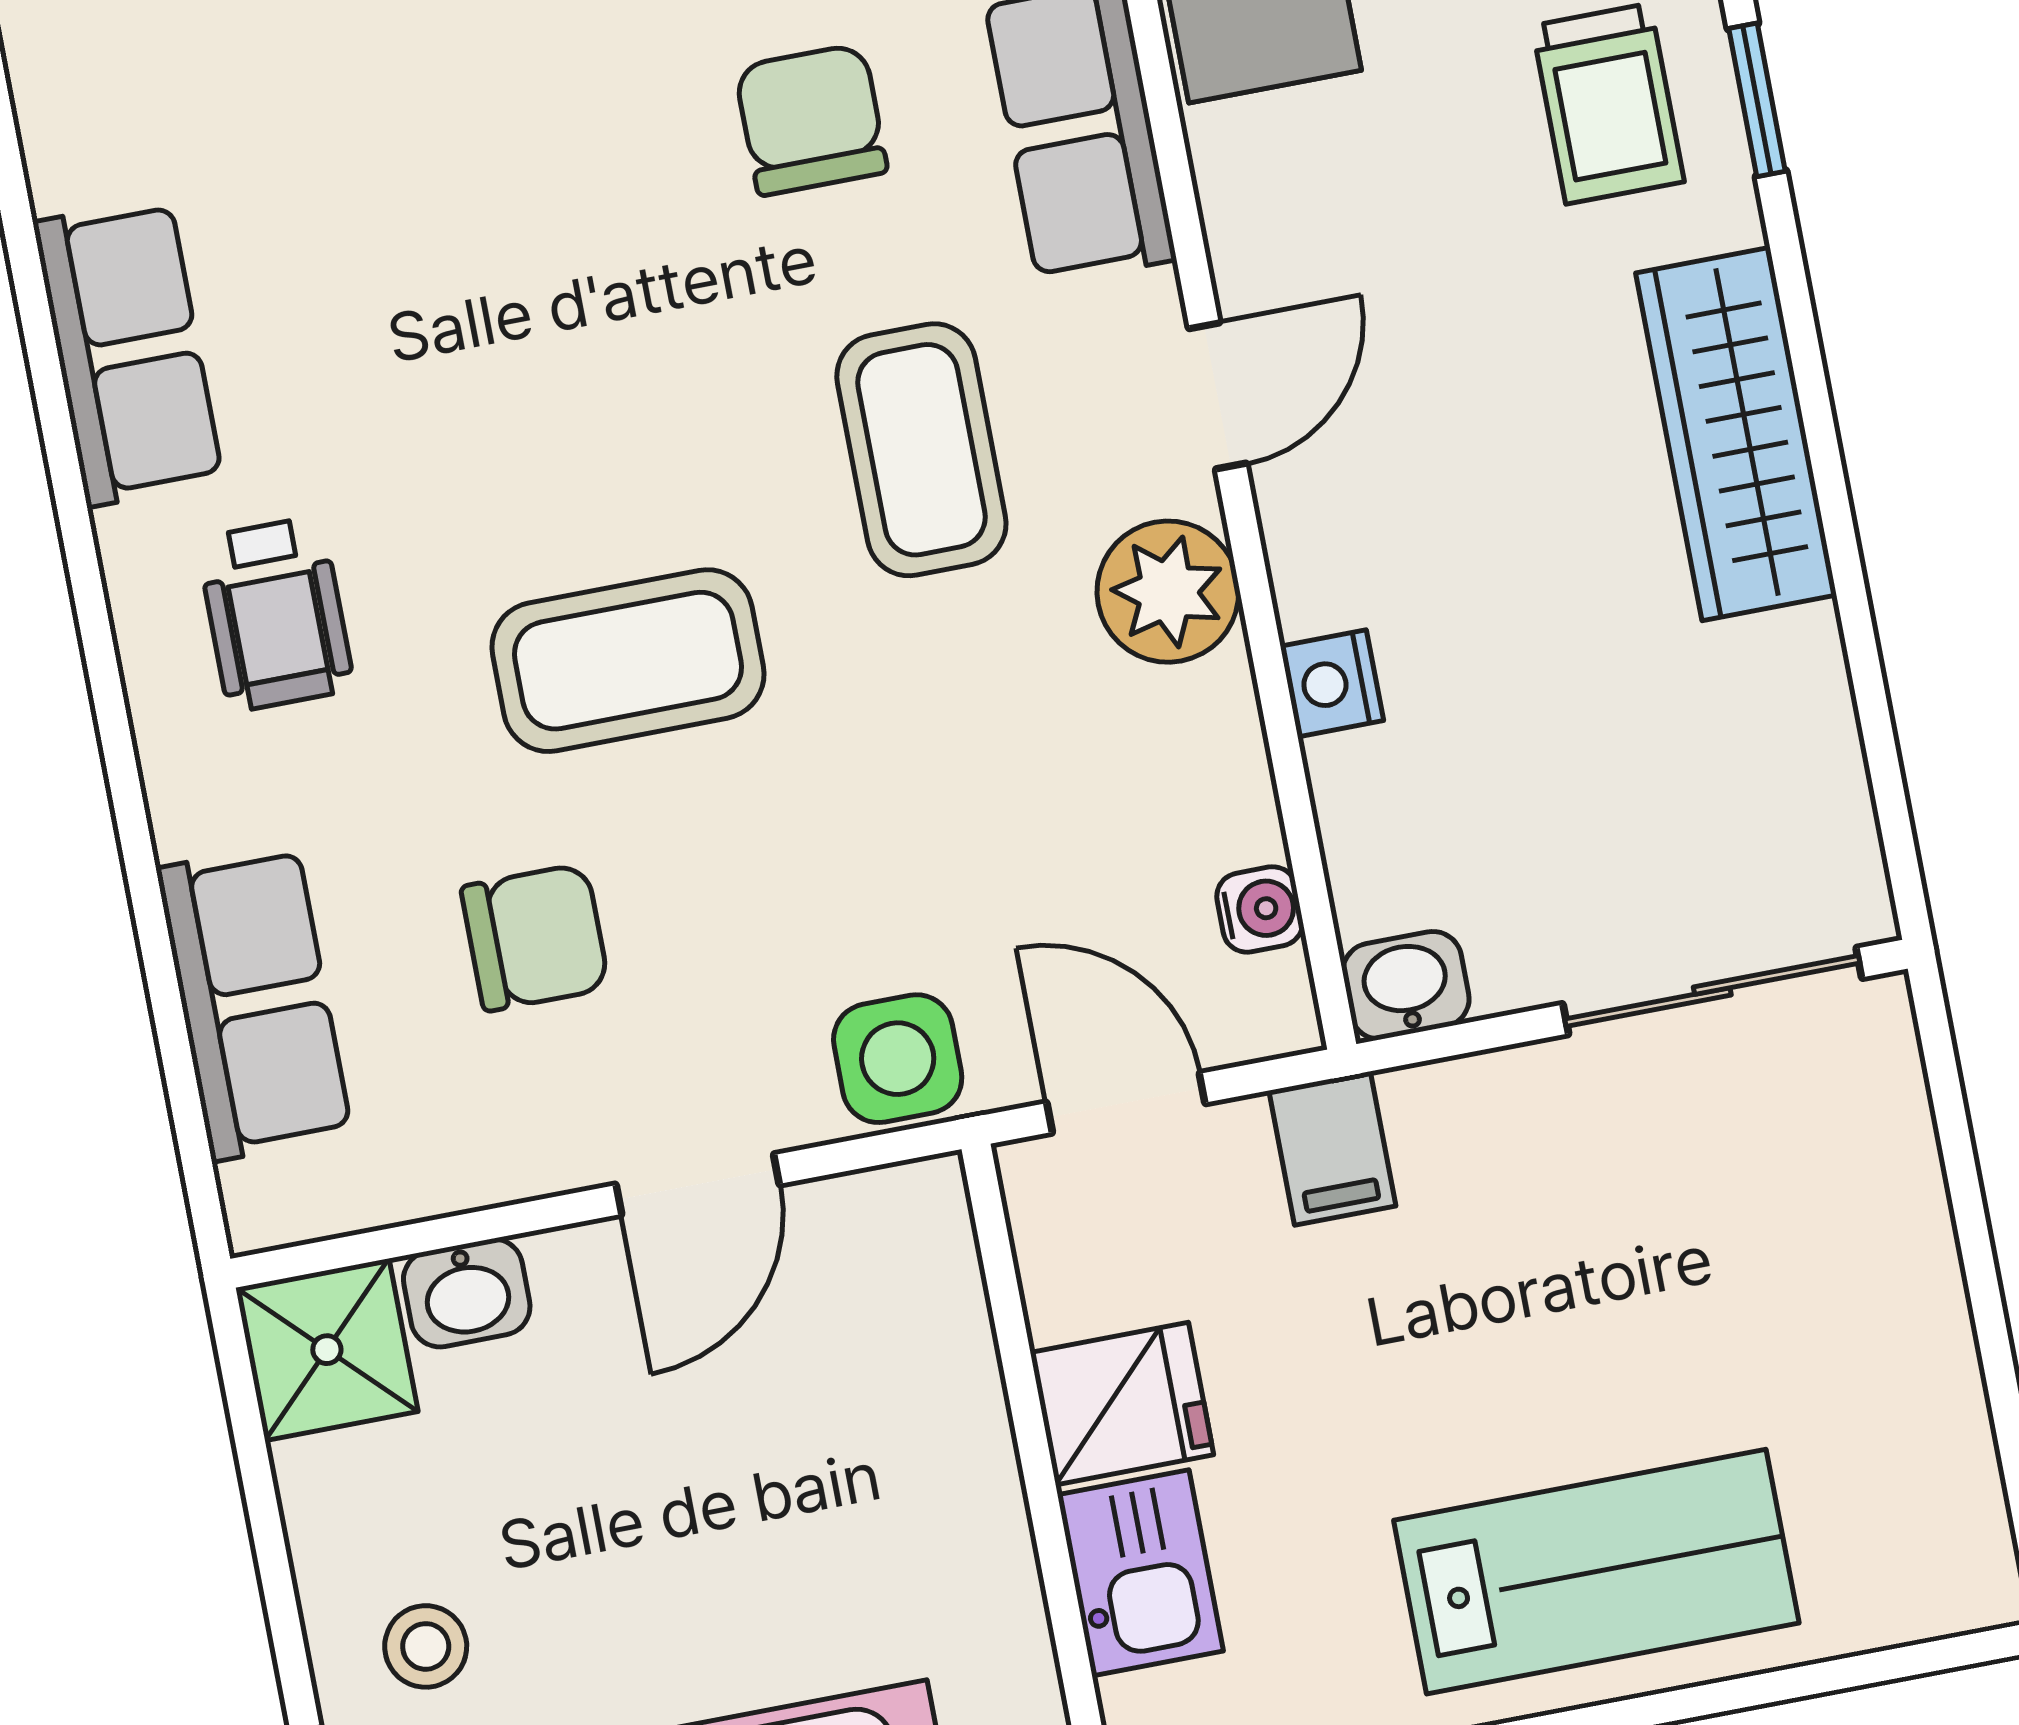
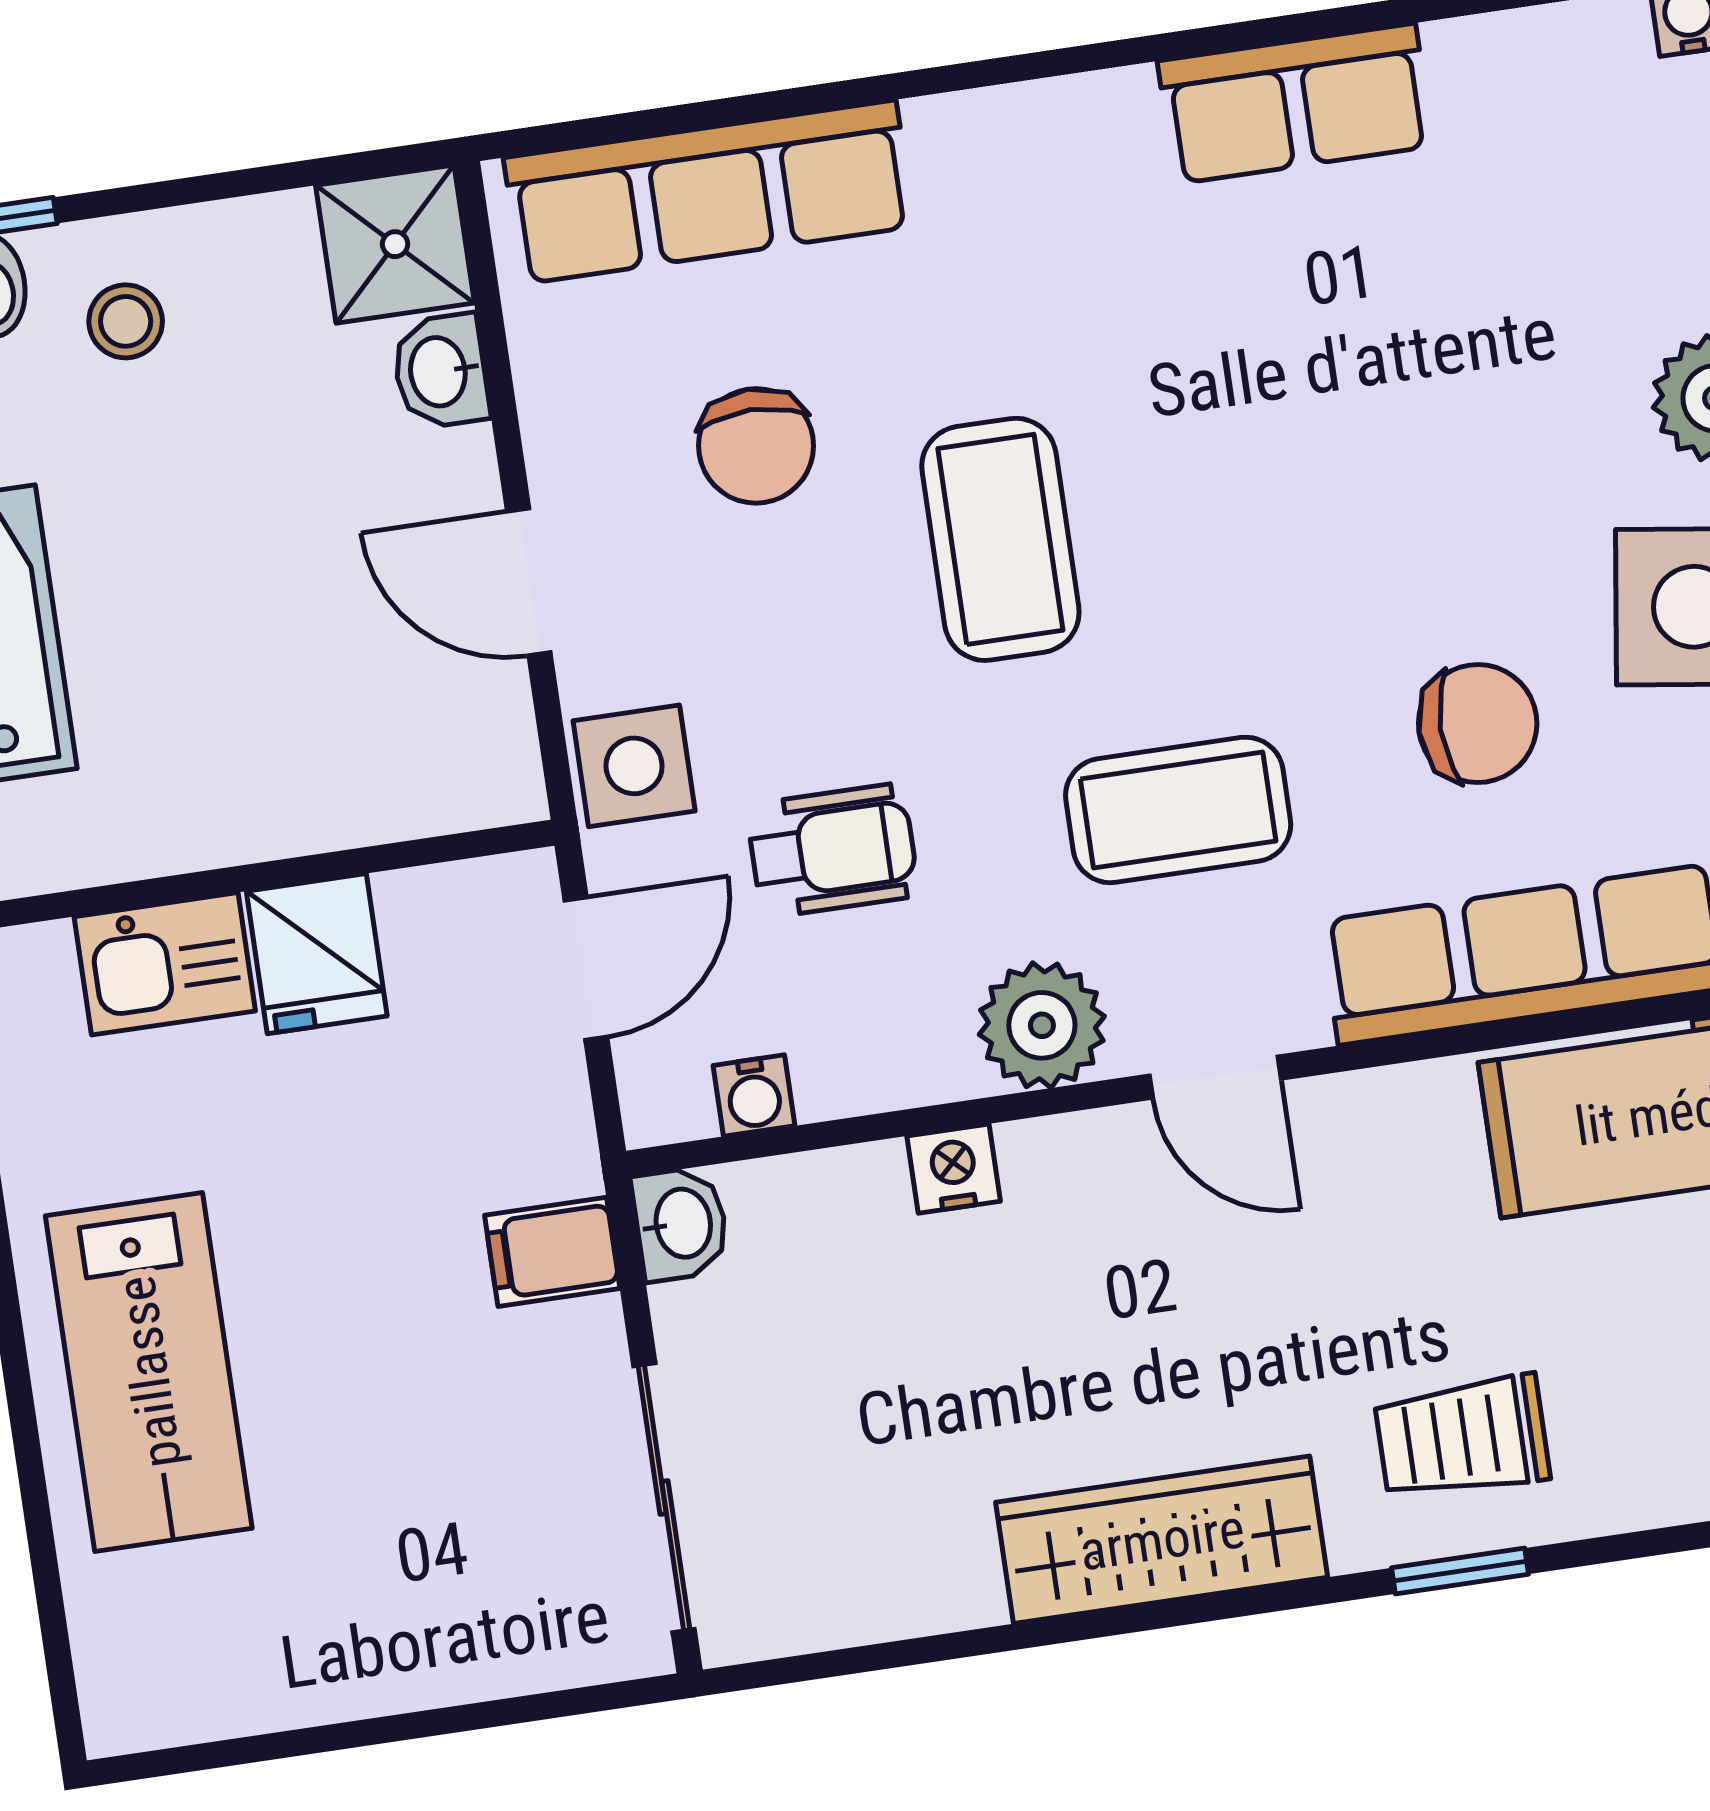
wheelchair: (275, 614) -> (833, 850), moved, turned 180
row of seats: (254, 1002) -> (709, 192), width x1.48
filing cabinet: (1332, 1148) -> (552, 1252), moved

